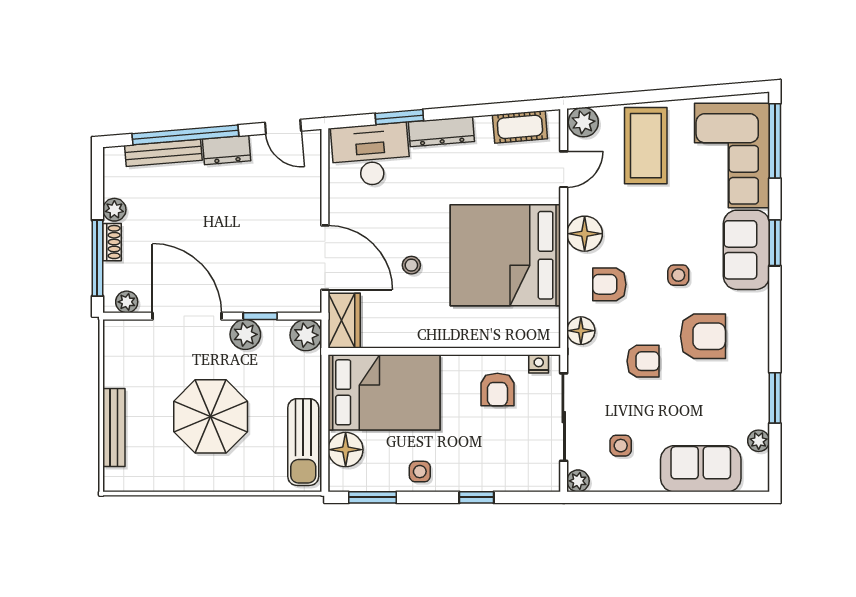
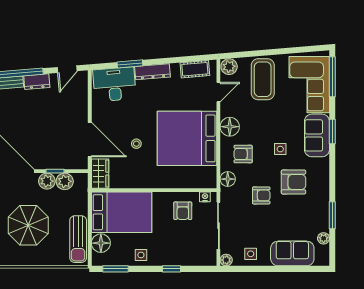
door: (283, 127) -> (67, 69), hinge flipped
plant: (306, 335) -> (65, 181), moved
side table: (621, 446) -> (251, 254), moved

